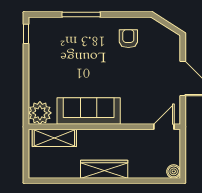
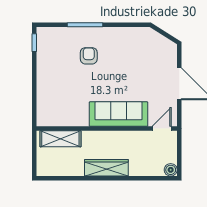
armchair: (128, 39) -> (89, 56), moved
sofa: (89, 111) -> (119, 114), moved
plant: (40, 113) -> (47, 116), removed

